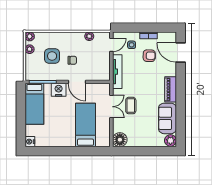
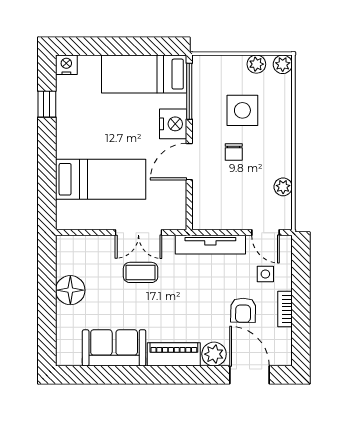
door: (181, 53) -> (250, 375), hinge flipped
floor lamp: (120, 140) -> (70, 290), moved
plant: (170, 140) -> (214, 354), moved
window: (49, 151) -> (47, 104), added

